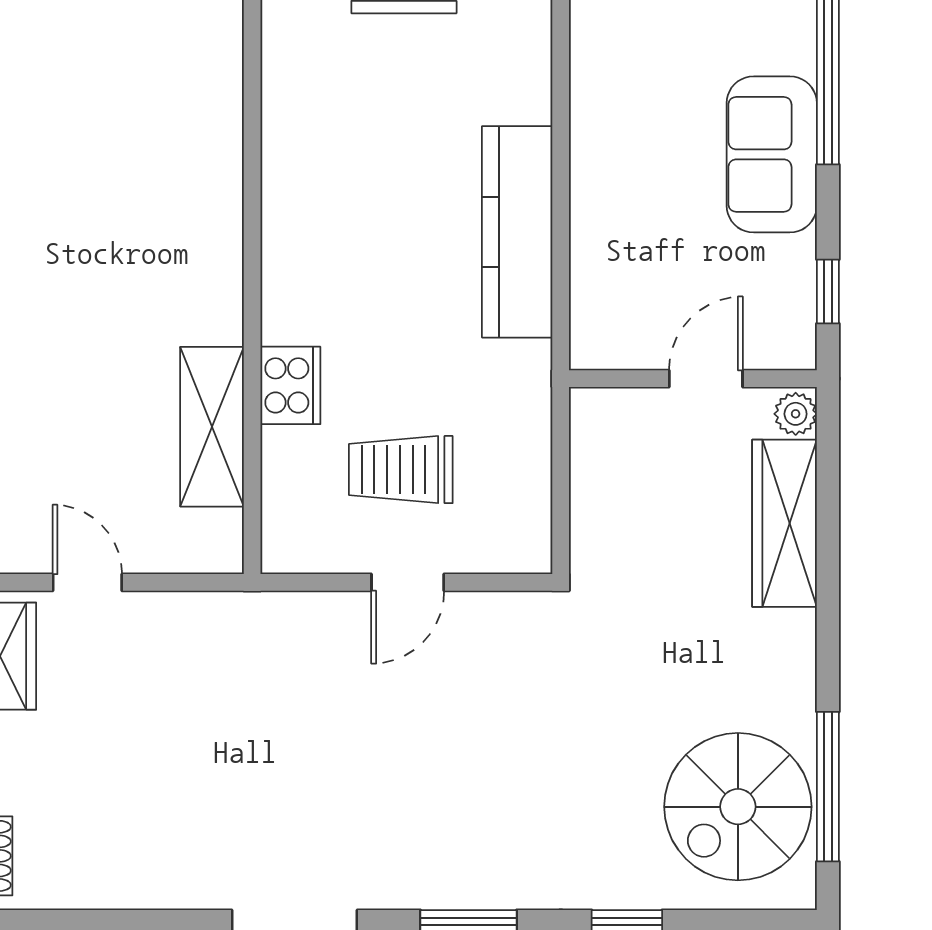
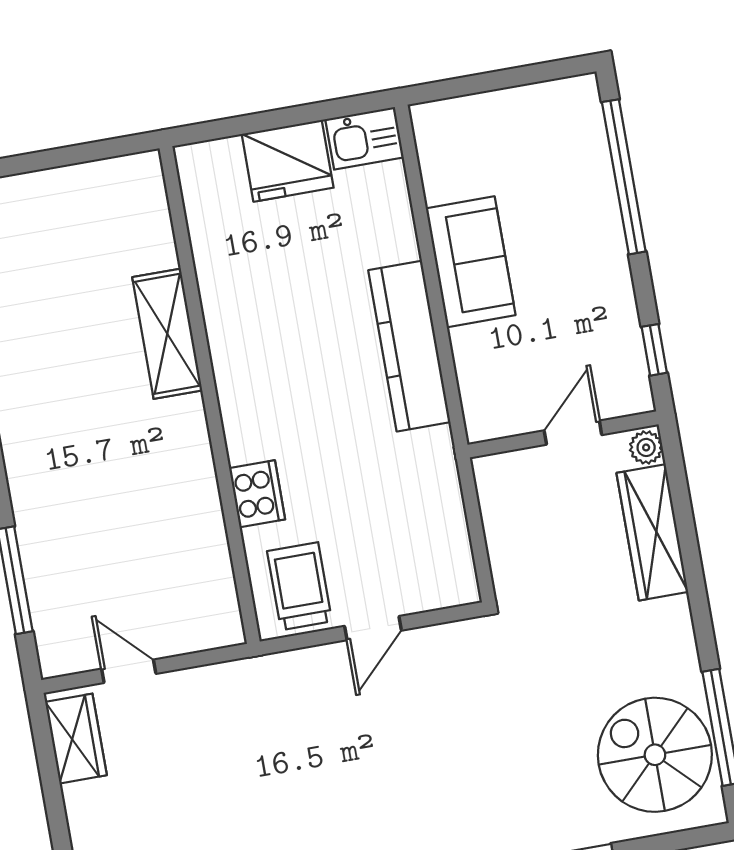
sofa: (772, 154) -> (471, 262), moved, turned 180
shelving: (212, 427) -> (167, 334), moved
trolley: (401, 470) -> (300, 586), moved, turned 90
spiral stairs: (738, 807) -> (655, 755), turned 90

